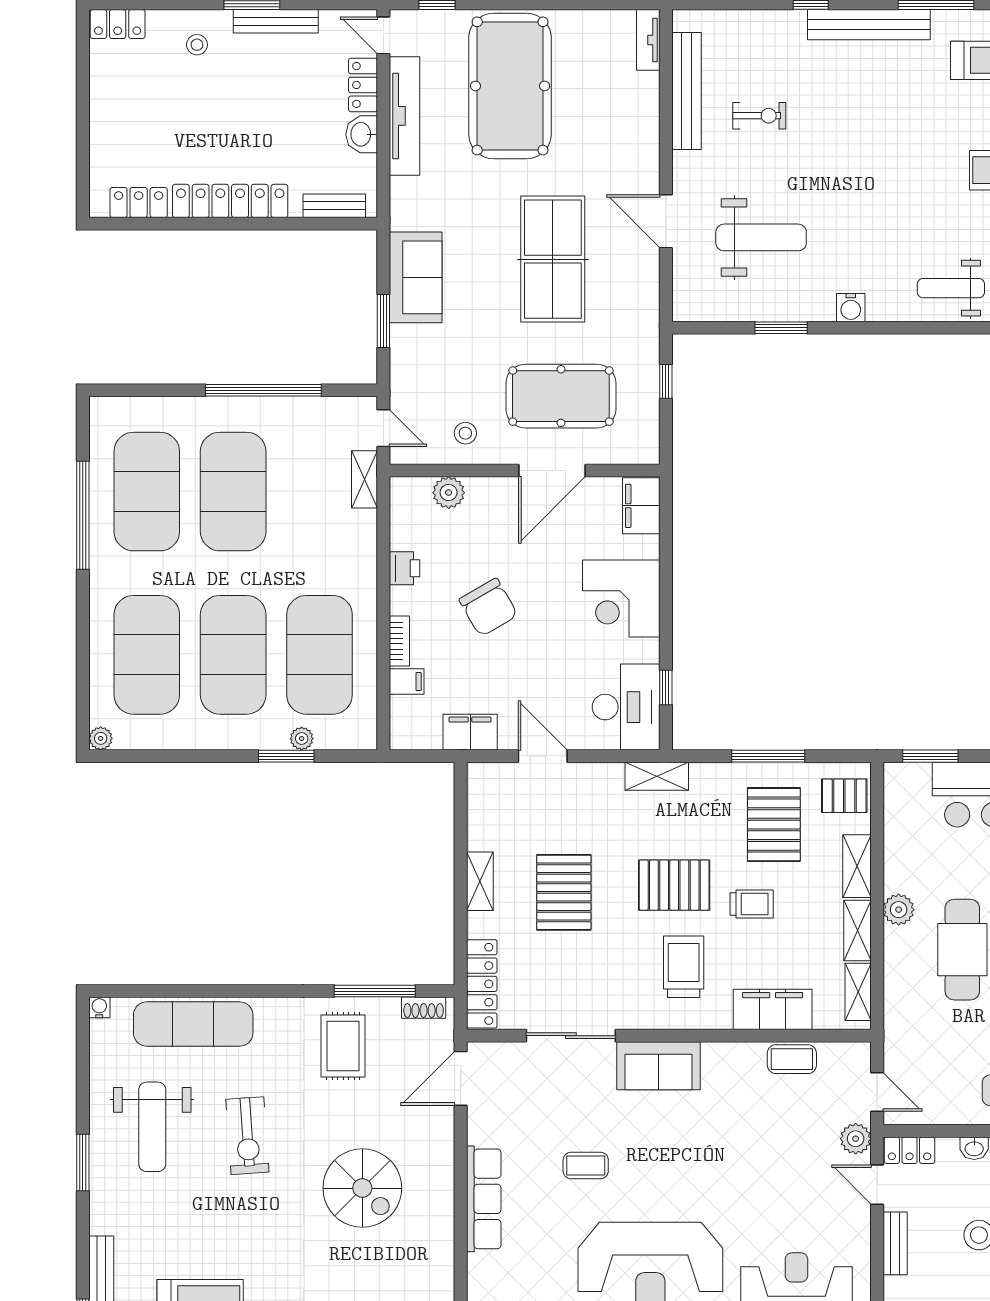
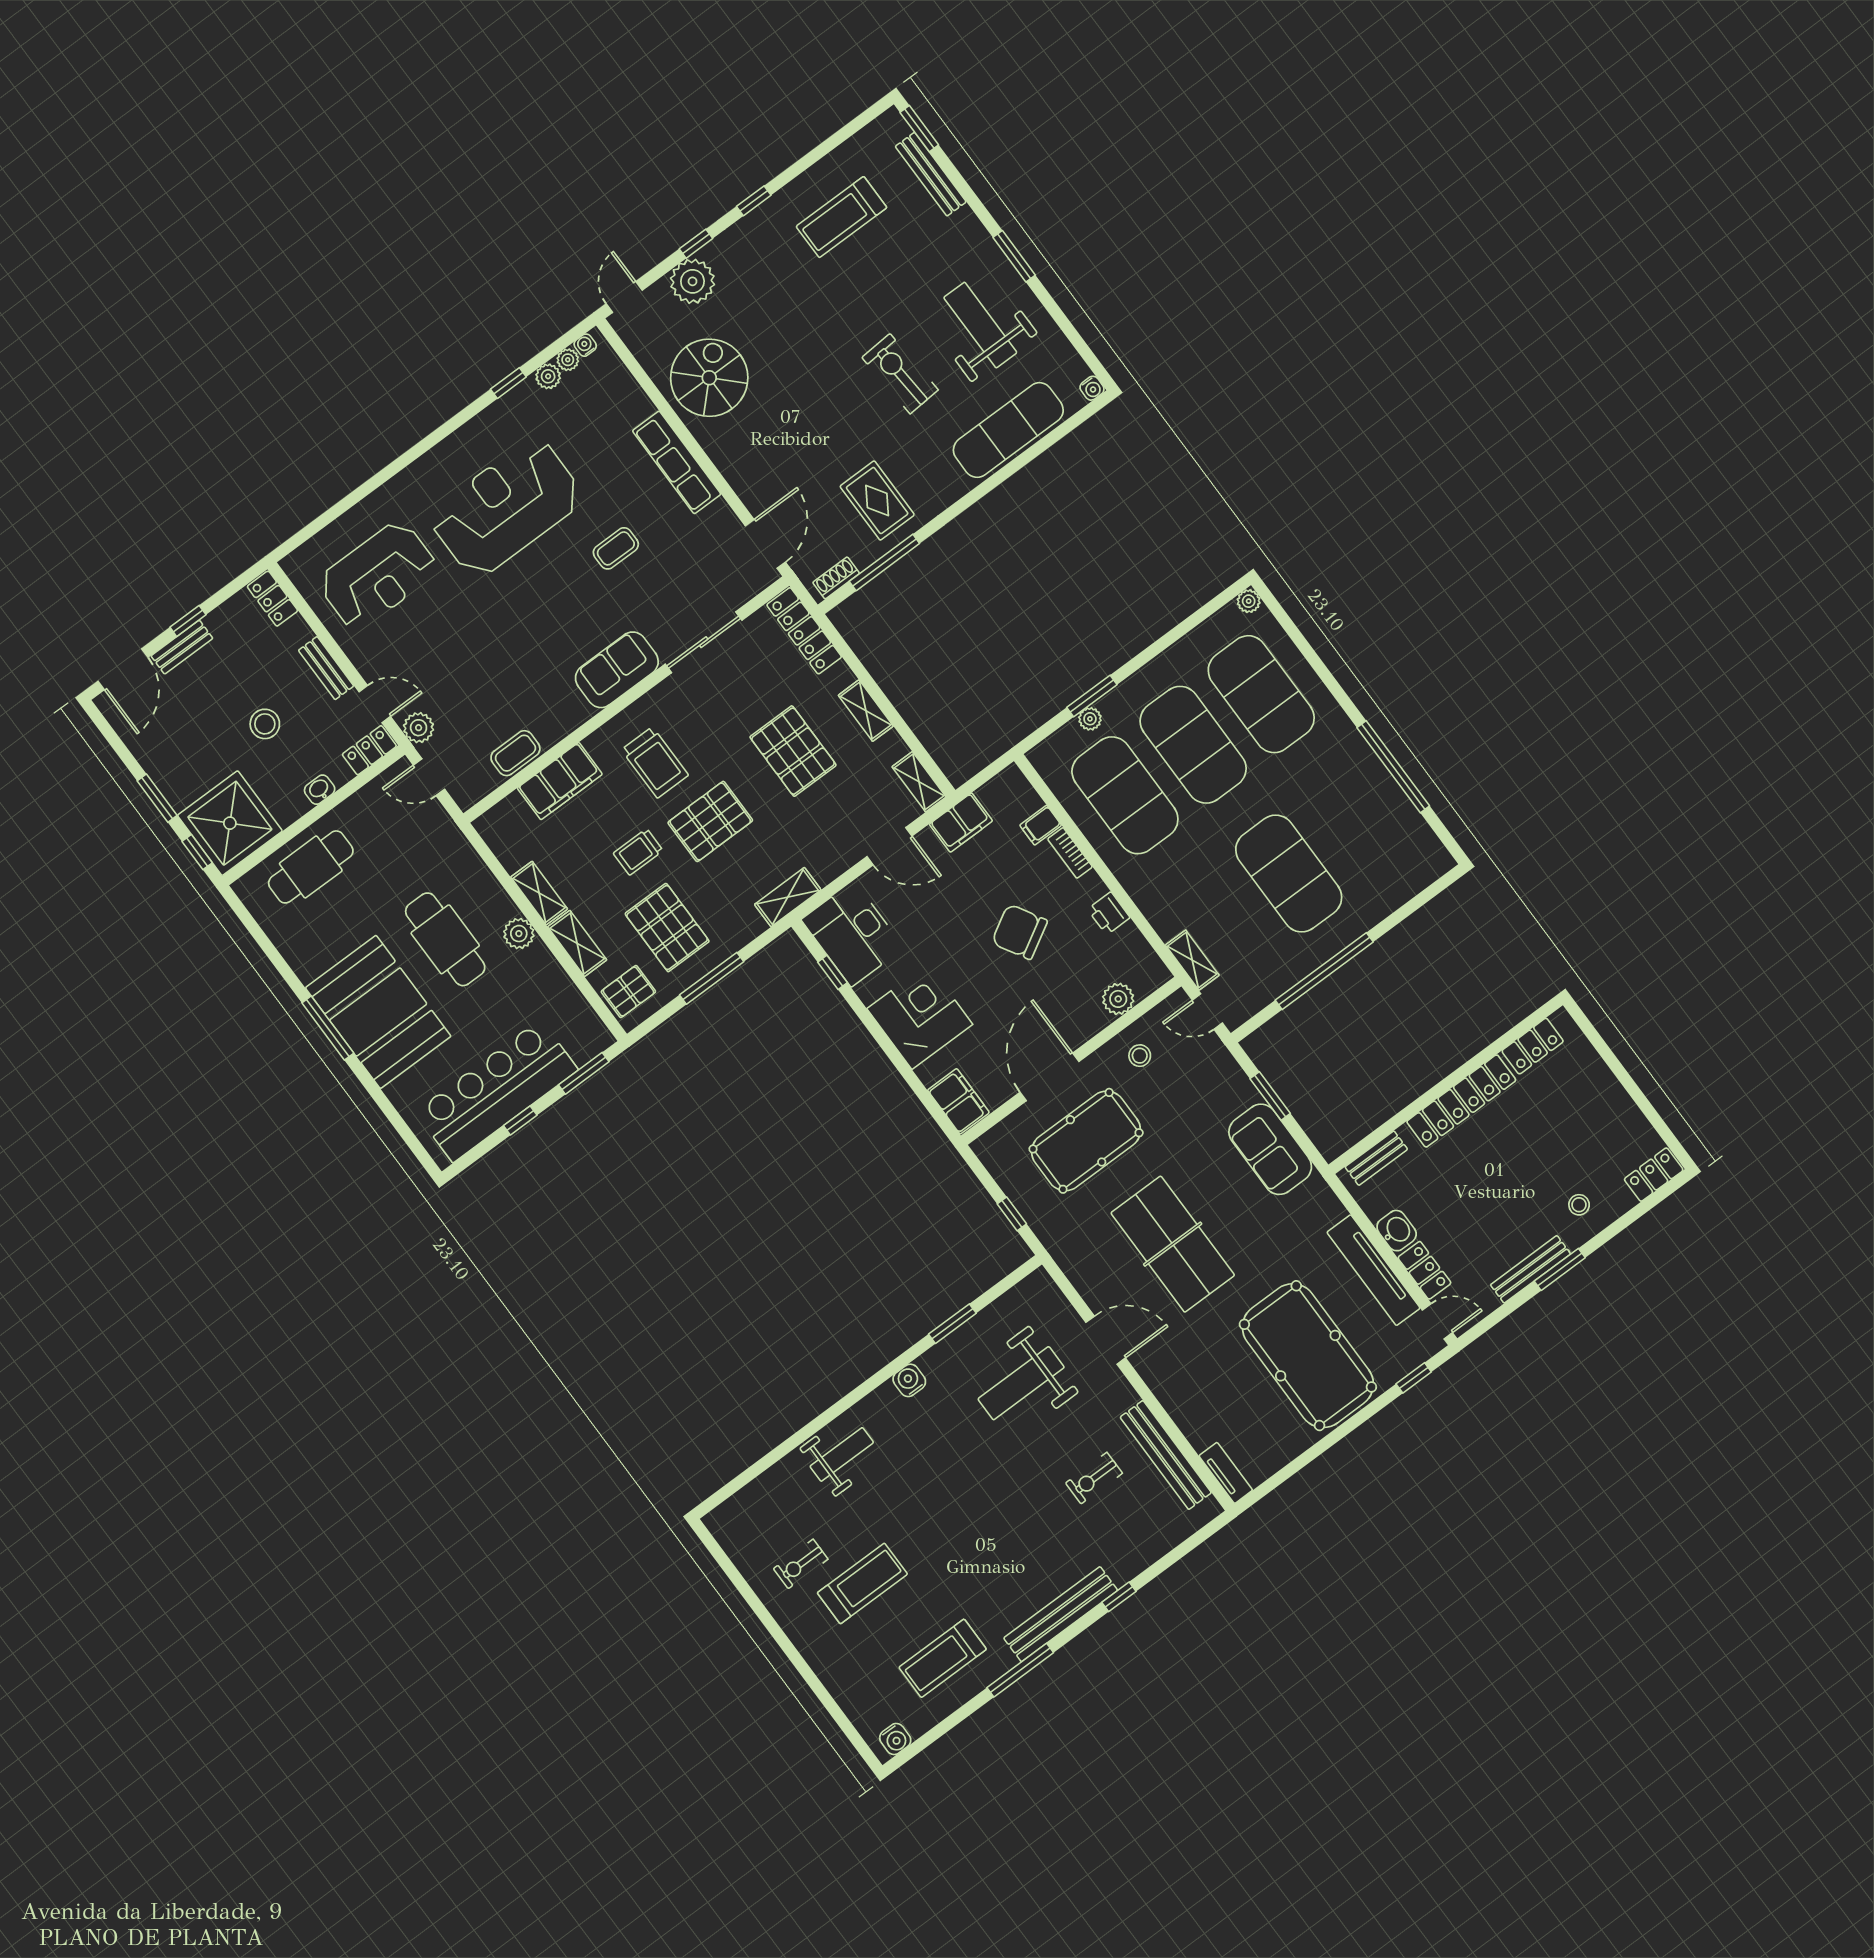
exercise mat: (147, 492) -> (1357, 823), removed
shelving: (858, 992) -> (919, 782), moved
spiral stairs: (362, 1188) -> (709, 378), moved, turned 90

